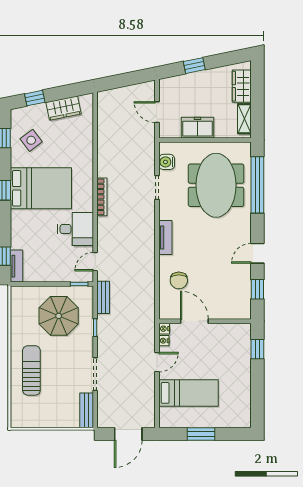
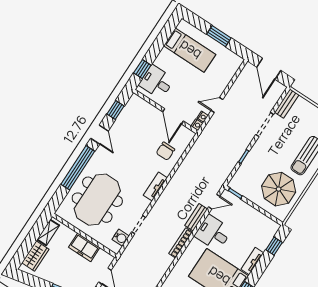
window: (257, 185) -> (78, 168), moved
door: (257, 253) -> (99, 135), hinge flipped
tv unit: (16, 266) -> (252, 261), moved
chair: (179, 280) -> (165, 151), turned 180
bench: (103, 297) -> (196, 217), moved
parasol: (59, 316) -> (279, 189), moved
desk: (234, 345) -> (157, 82), added
bed: (188, 393) -> (190, 50), moved, turned 180
door: (128, 434) -> (269, 69), swing flipped

